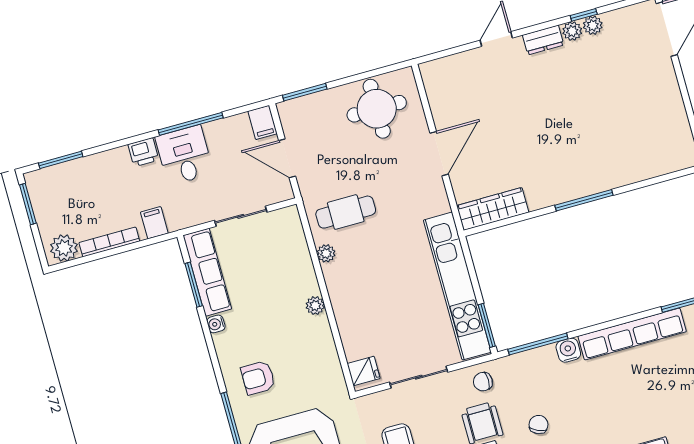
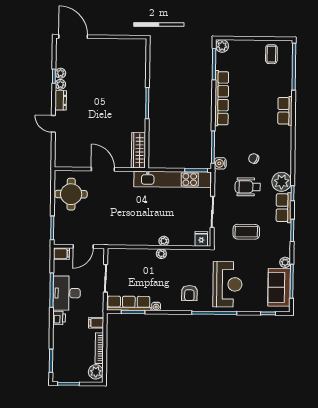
desk: (184, 155) -> (67, 293), width x1.37
cafe table: (346, 212) -> (119, 225), removed
plant: (326, 253) -> (164, 241), moved
water cooler: (568, 350) -> (220, 163), moved
chair: (483, 382) -> (224, 180), removed

